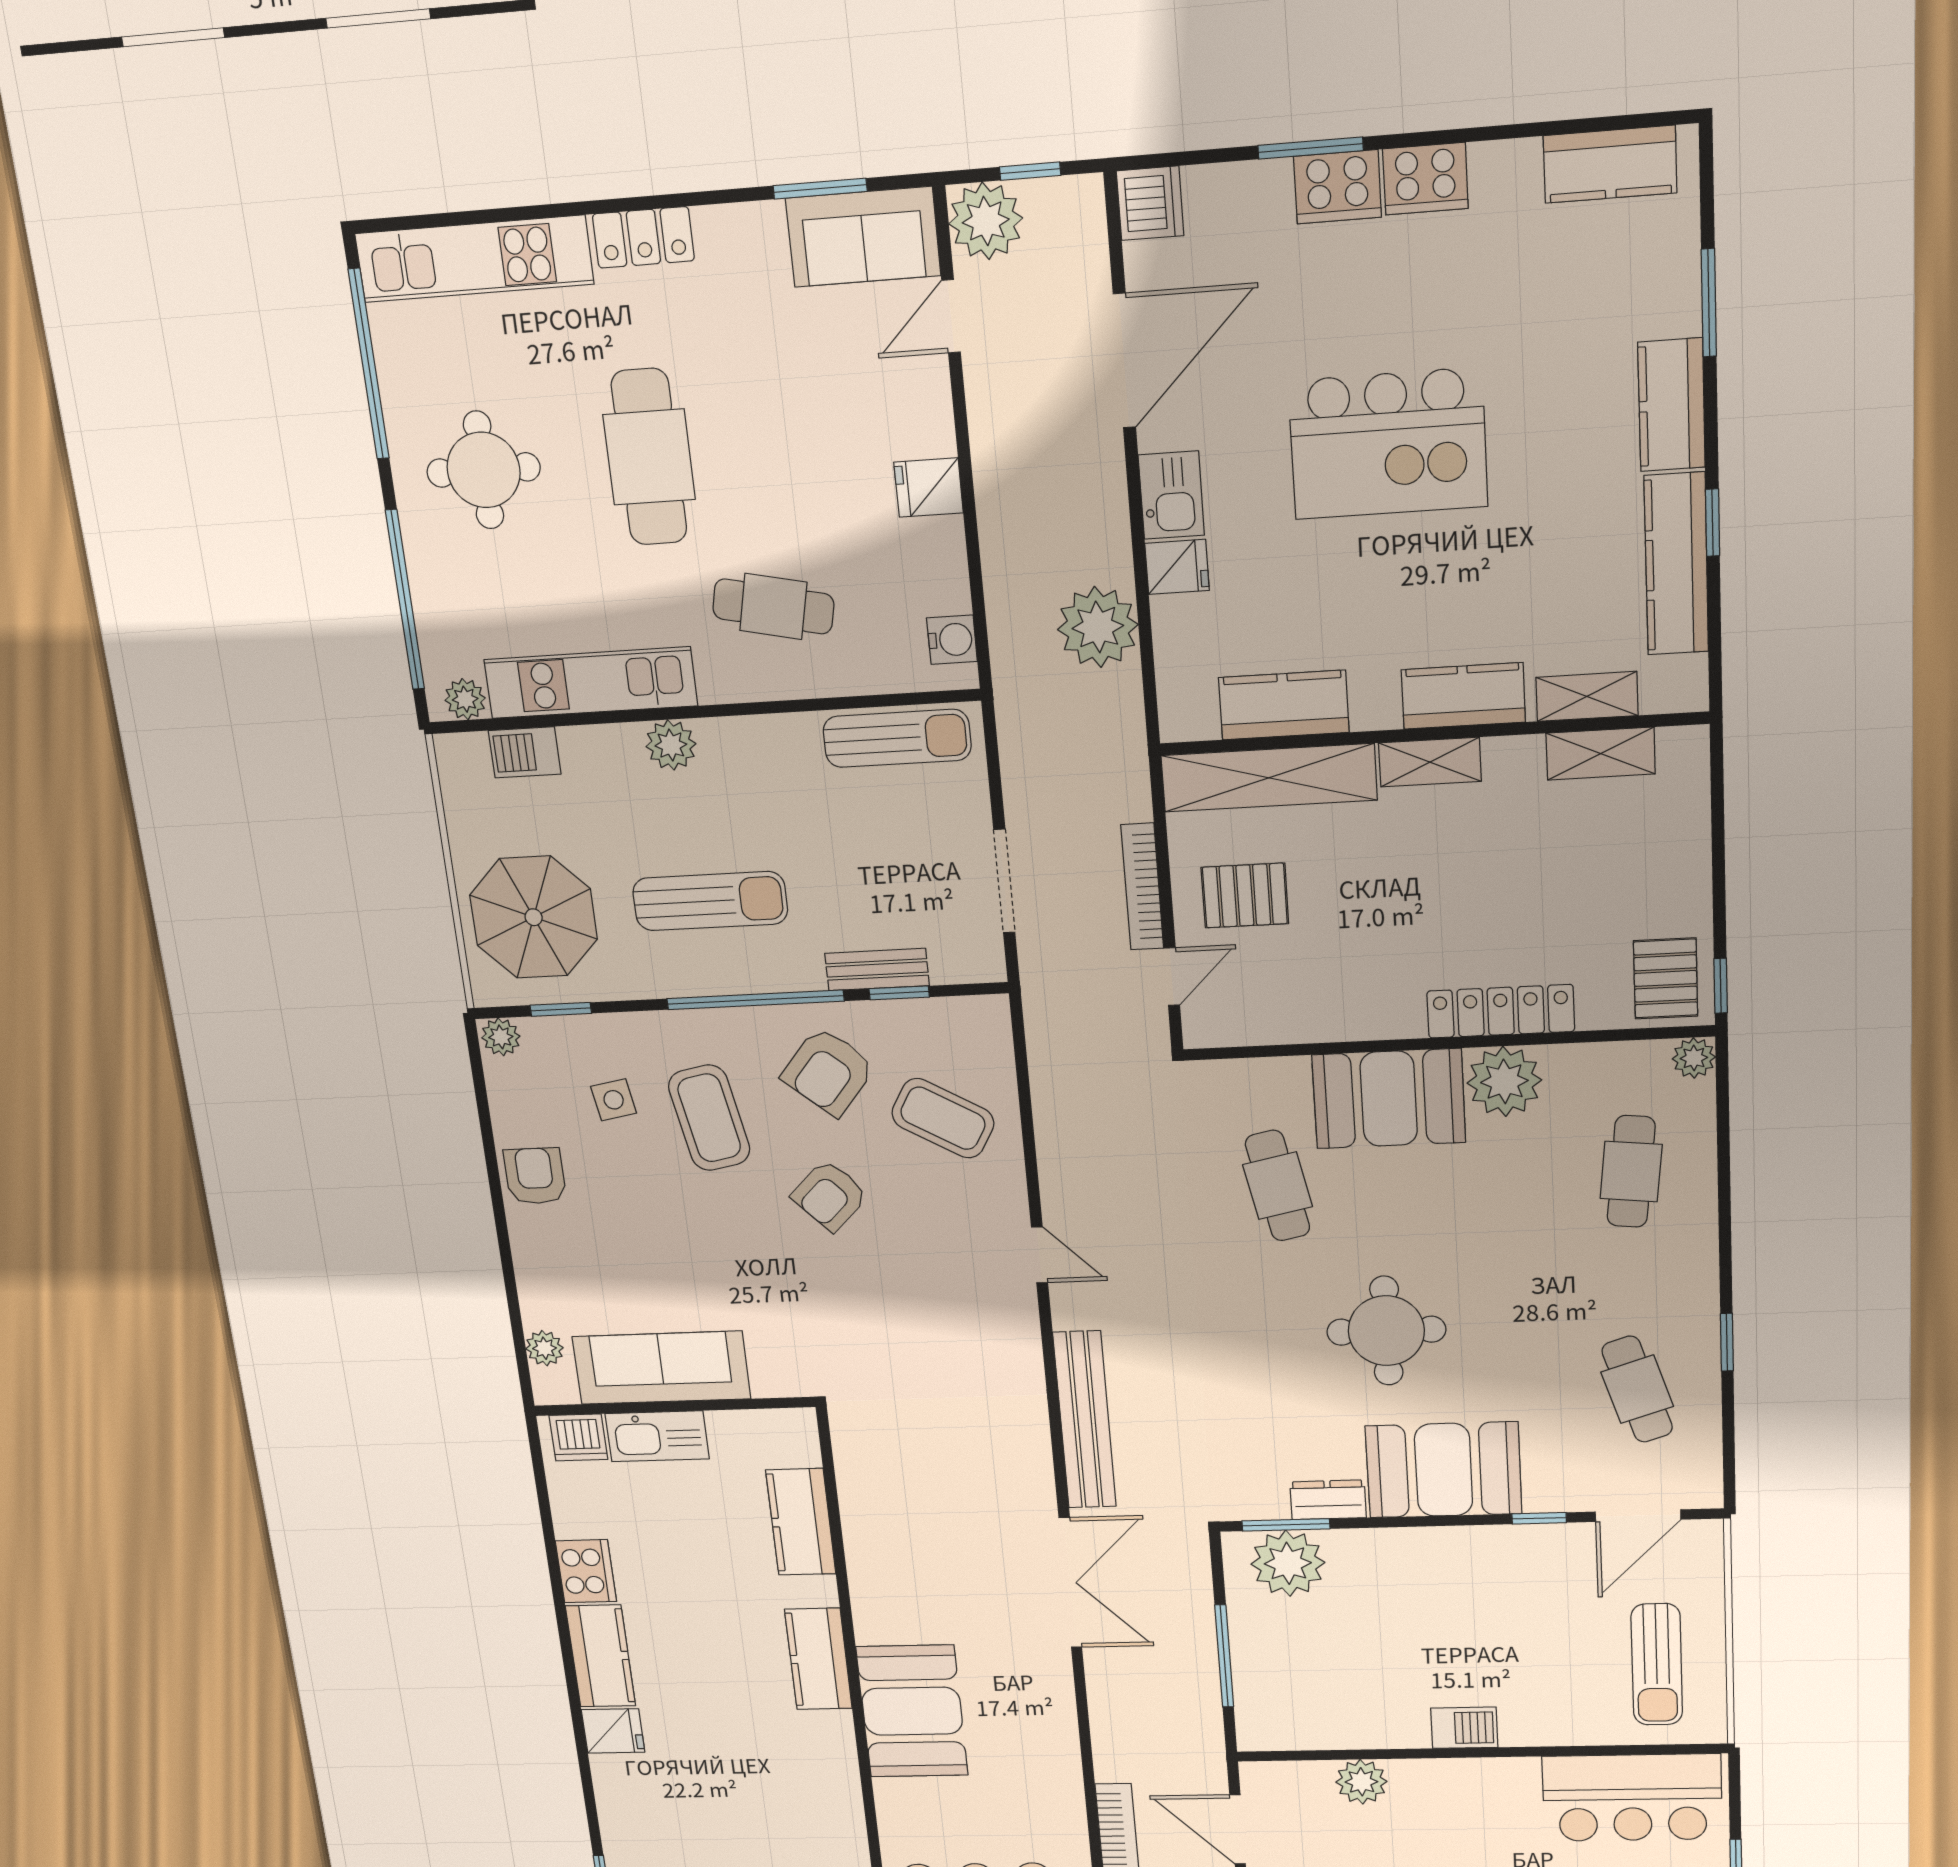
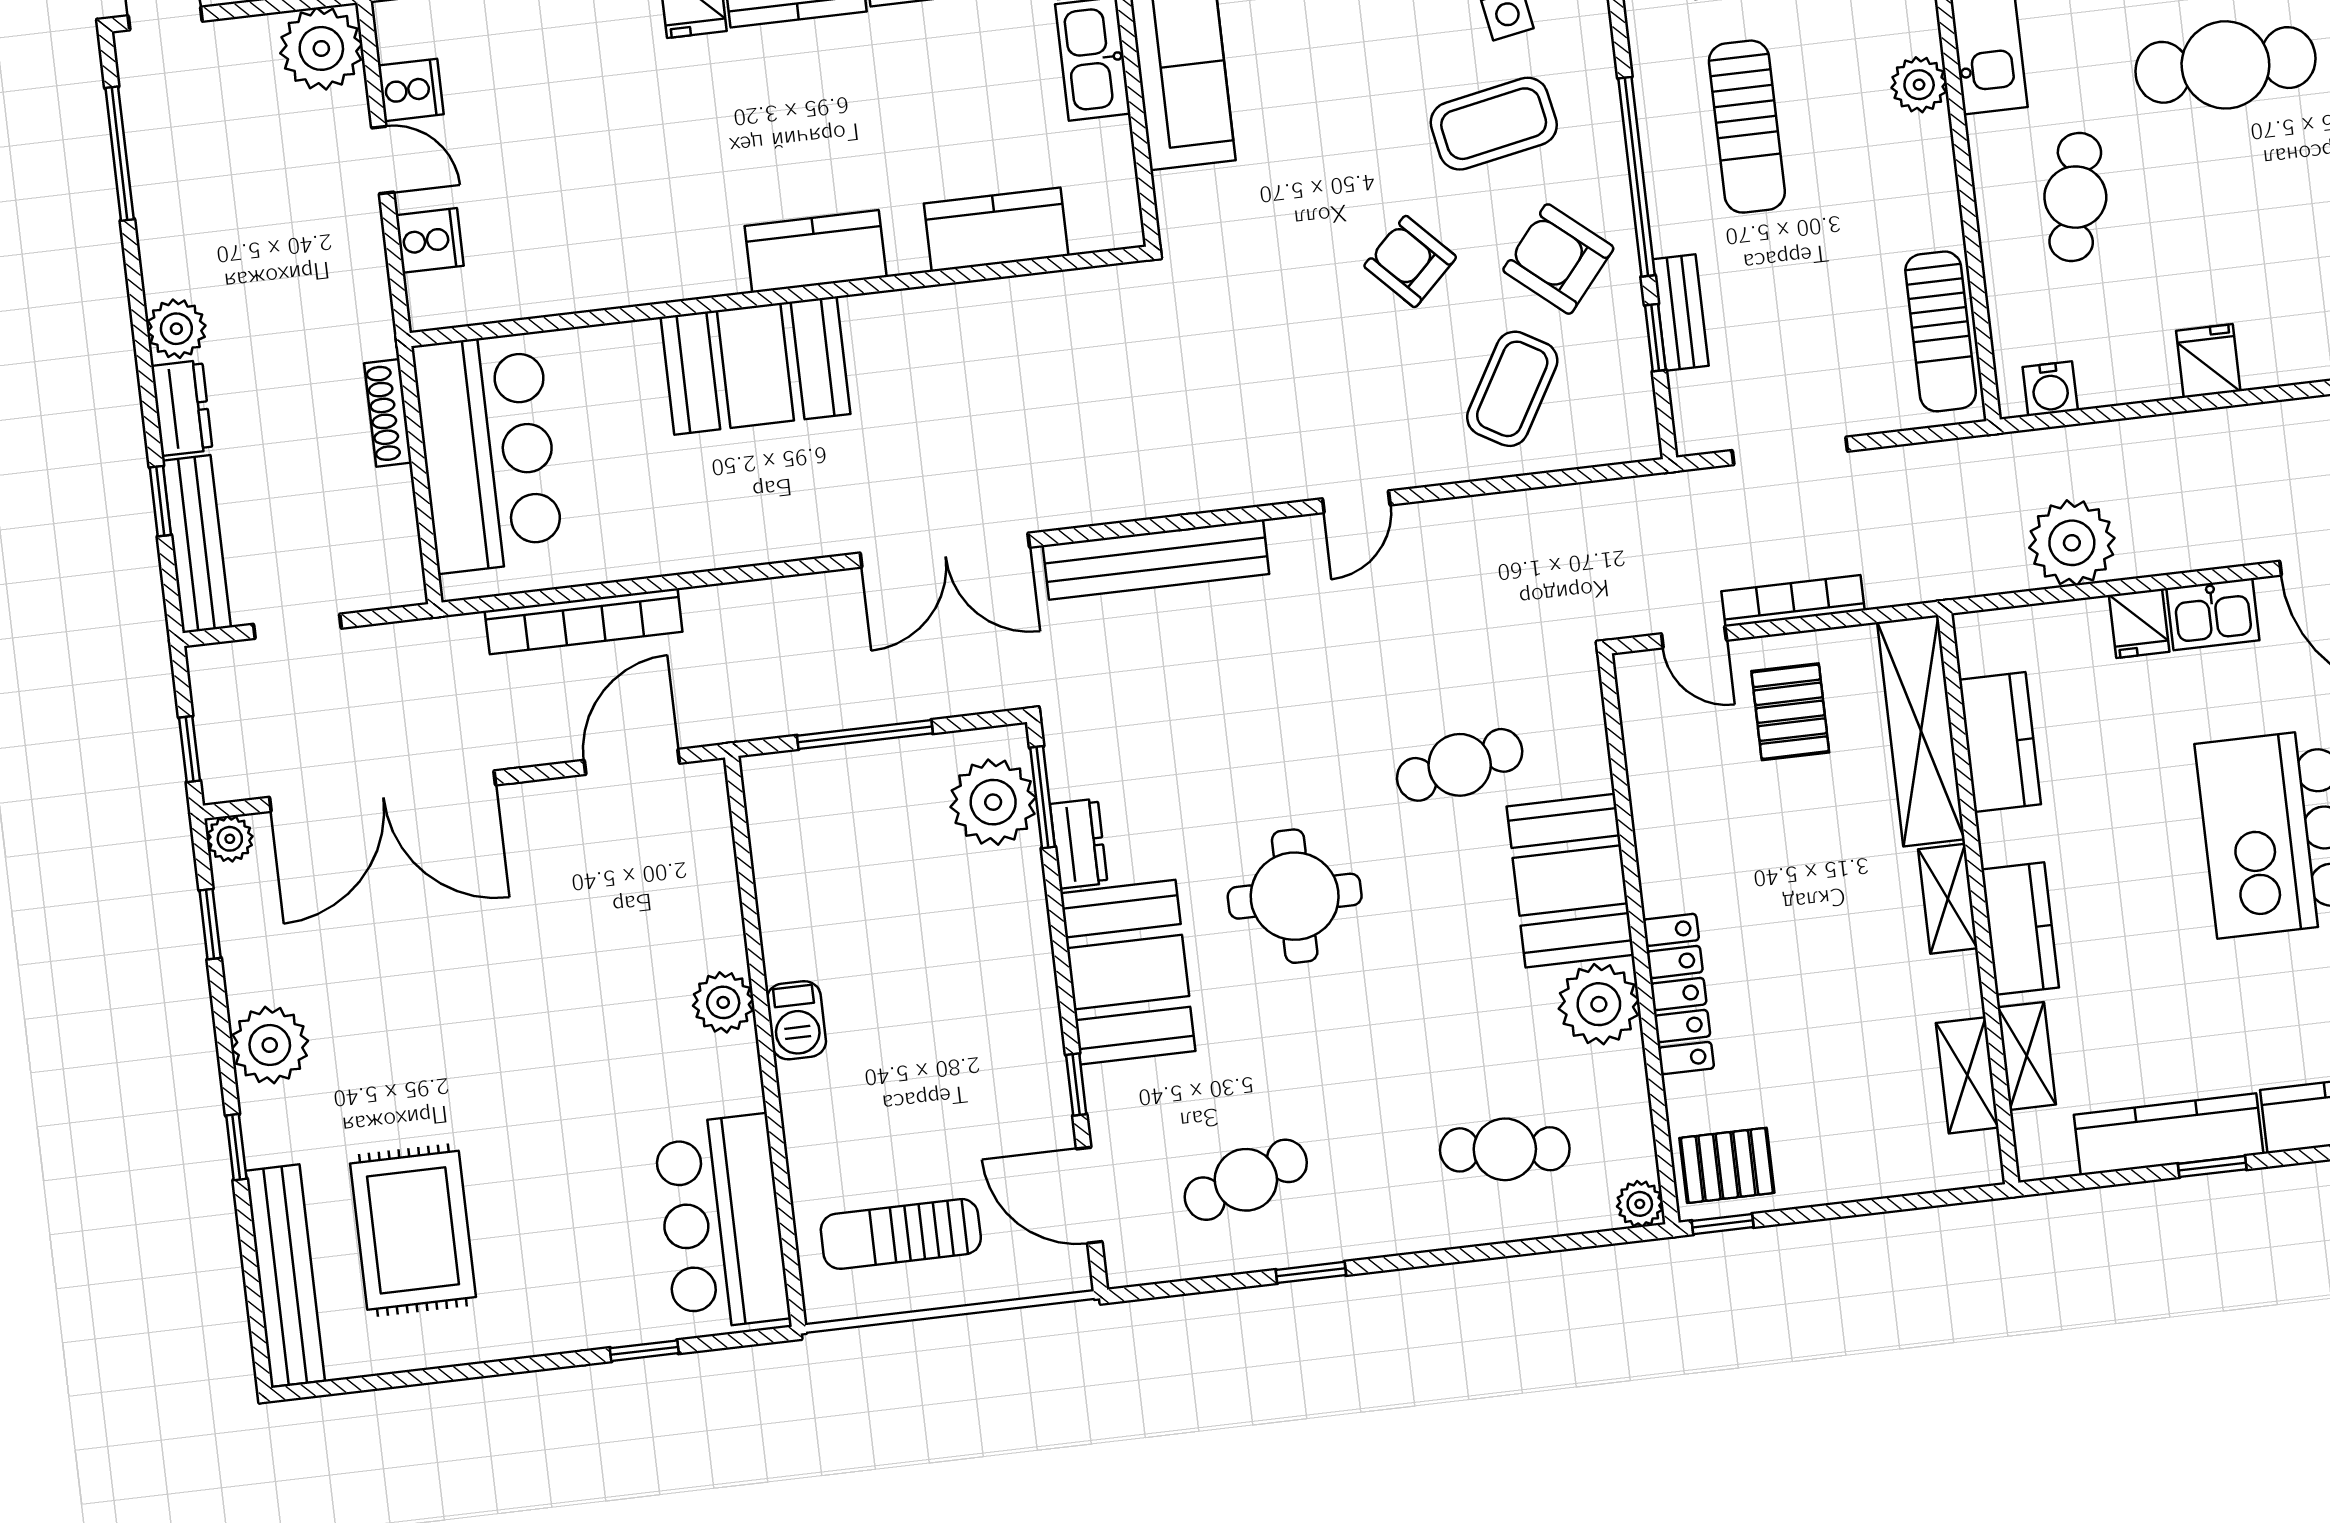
plant: (1361, 1782) -> (723, 1002), moved

